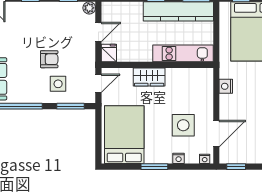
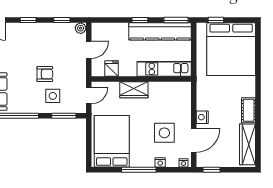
fridge: (109, 53) -> (112, 68), moved
nightstand: (226, 86) -> (202, 117), moved
window: (154, 167) -> (139, 170), width x1.44

